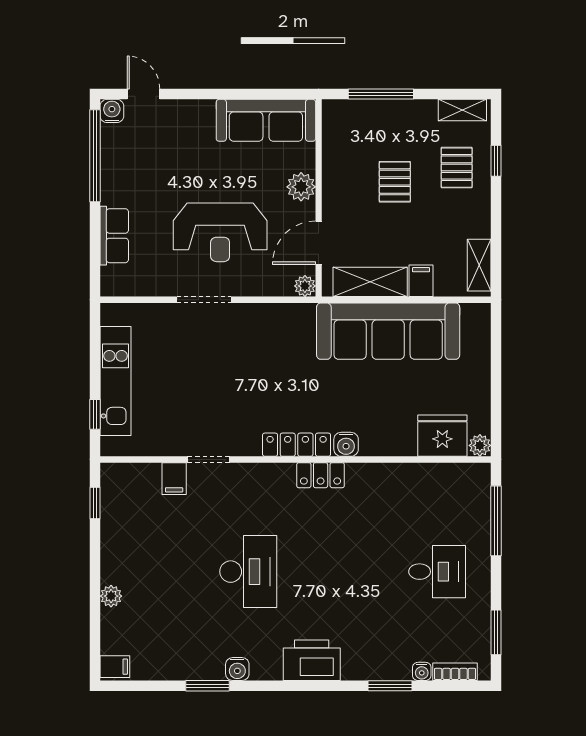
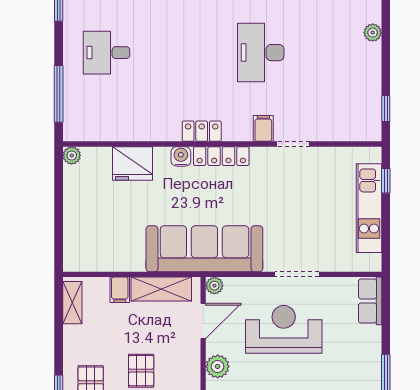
row of seats: (114, 236) -> (370, 301), moved
sofa: (388, 331) -> (204, 249), moved
fridge: (442, 436) -> (132, 163), moved
filing cabinet: (174, 479) -> (263, 128), moved

